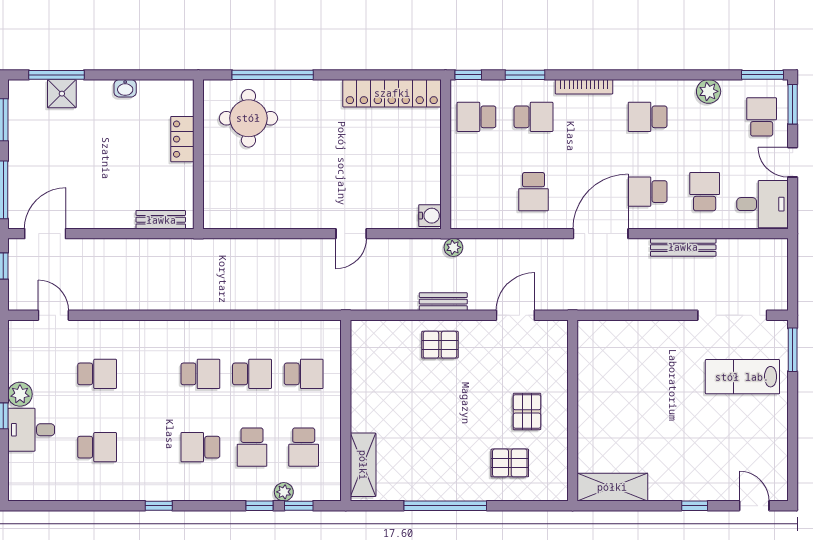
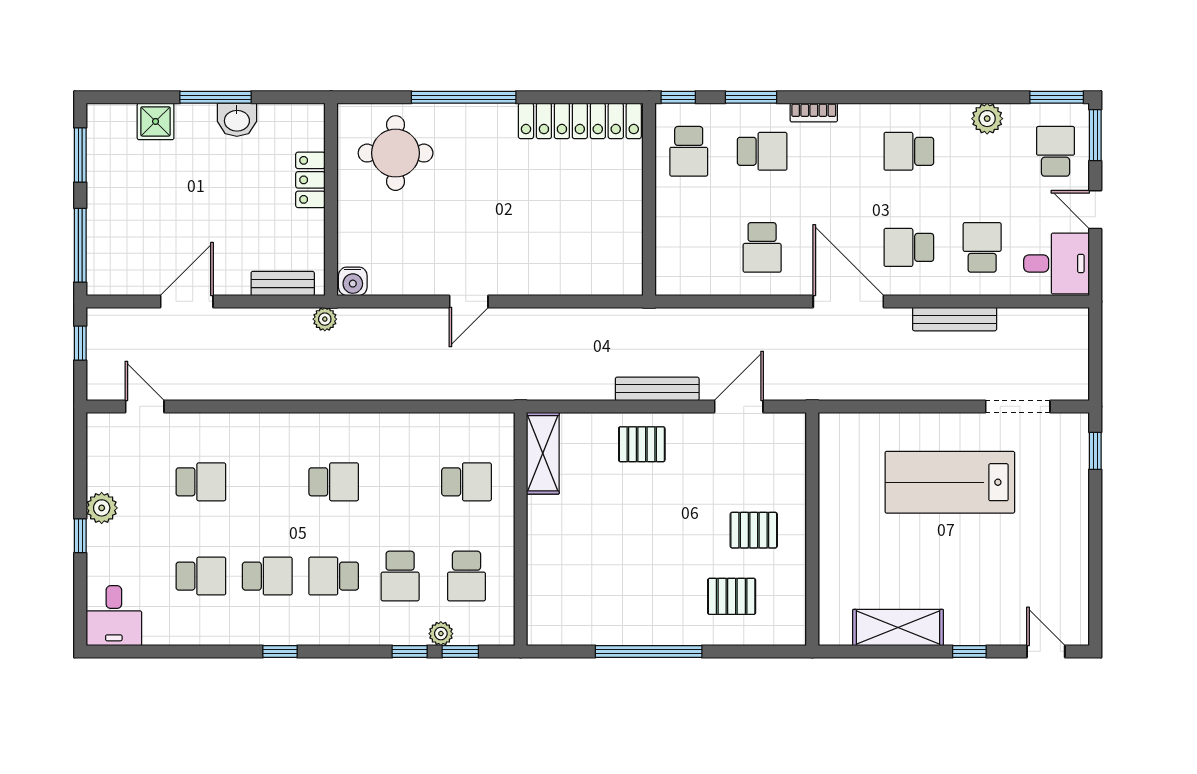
window: (56, 75) -> (216, 97), moved
window: (273, 75) -> (464, 97), moved
bookcase: (584, 87) -> (814, 113), width x0.64
washbasin: (125, 88) -> (237, 120), width x1.38, depth x1.45
school desk: (476, 117) -> (689, 151), turned -90
water cooler: (430, 216) -> (353, 281), moved, turned 90
door: (45, 234) -> (187, 301), moved
door: (351, 234) -> (469, 301), moved
door: (601, 234) -> (848, 301), hinge flipped
plant: (453, 247) -> (325, 319), moved
bench: (443, 302) -> (657, 389), width x1.36
doorway: (732, 315) -> (1018, 406), width x0.73
window: (793, 350) -> (1095, 451), width x0.67
school desk: (252, 374) -> (267, 576), moved
lab bench: (742, 377) -> (950, 482), moved, width x1.36, depth x1.39
pallet: (527, 411) -> (754, 530), turned 90
desk: (31, 430) -> (114, 616), moved, turned -90
shelving: (363, 465) -> (543, 453), moved
shelving: (612, 487) -> (898, 627), moved

